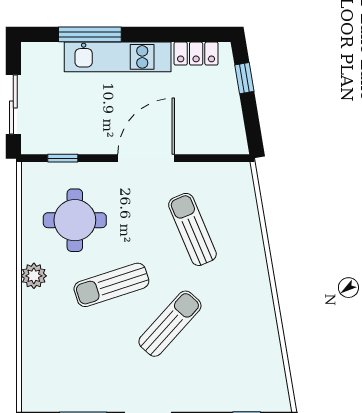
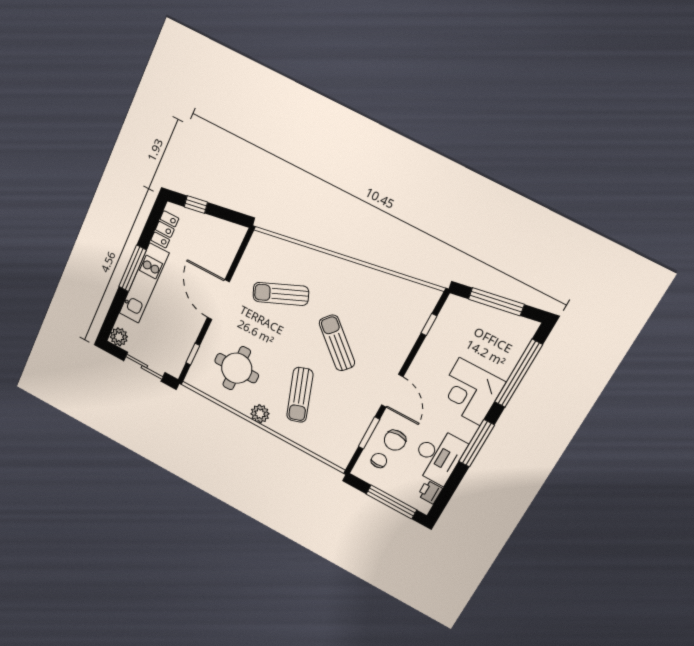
window: (90, 34) -> (133, 268), moved
plant: (34, 55) -> (119, 337), added
sun lounger: (111, 285) -> (300, 395), moved

